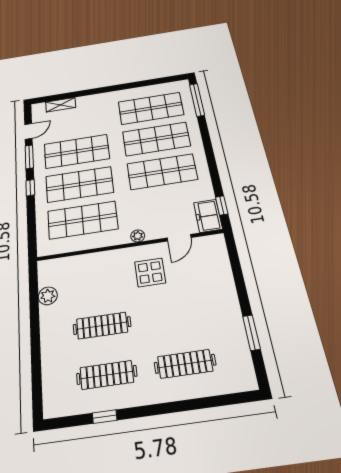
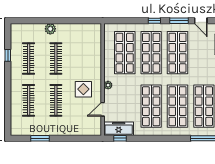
freezer: (208, 216) -> (119, 129), width x1.40
door: (179, 238) -> (103, 109), hinge flipped
plant: (48, 296) -> (50, 29), moved
clothes rail: (177, 315) -> (56, 100), added

